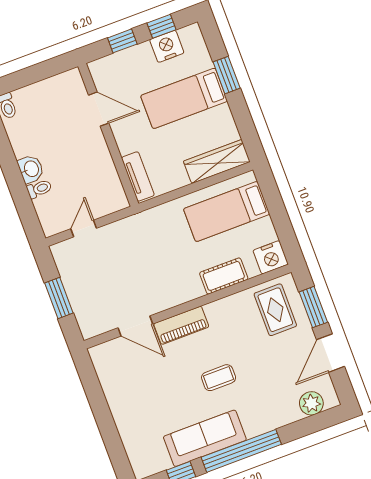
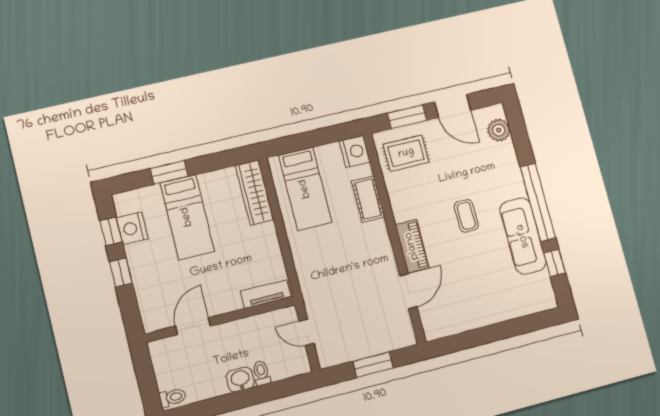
door: (99, 109) -> (193, 326), moved
wall: (108, 135) -> (220, 319), moved
tv unit: (138, 176) -> (266, 294), moved

